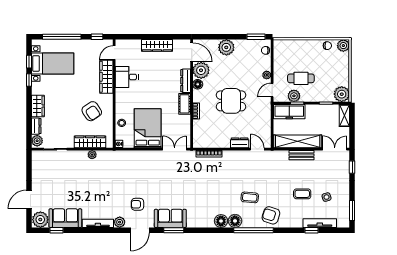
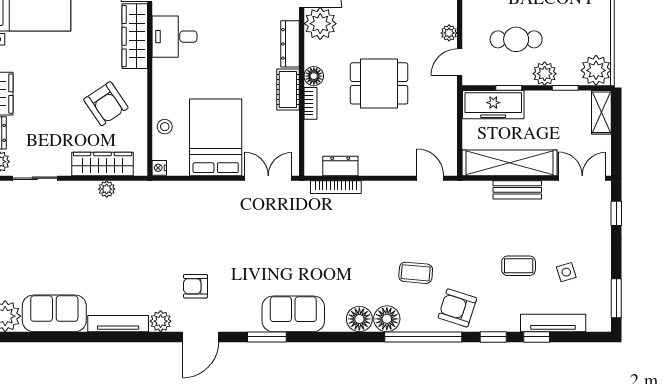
floor lamp: (198, 84) -> (314, 76), moved
plant: (294, 96) -> (545, 74), moved
dresser: (240, 143) -> (340, 166), moved
sofa: (170, 218) -> (293, 314), moved
window: (56, 230) -> (493, 337), moved

